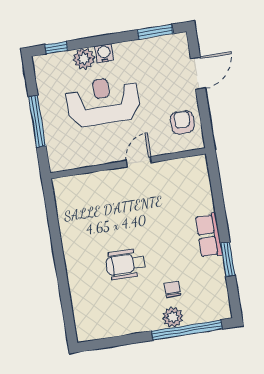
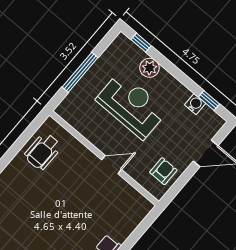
window: (155, 32) -> (209, 100), width x0.67
water cooler: (104, 53) -> (195, 104), moved
wheelchair: (126, 264) -> (43, 151), moved, turned -90

